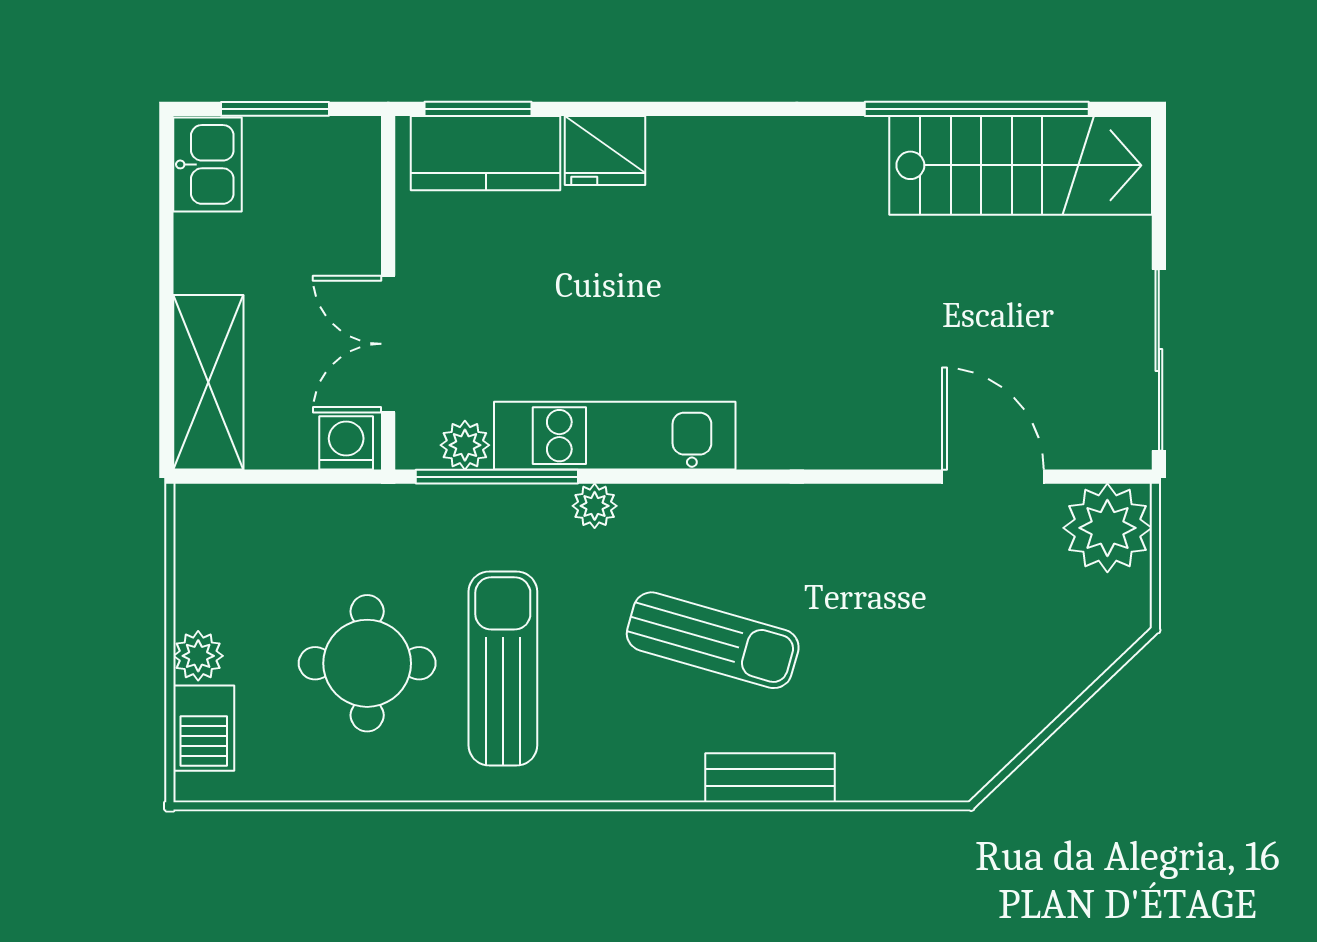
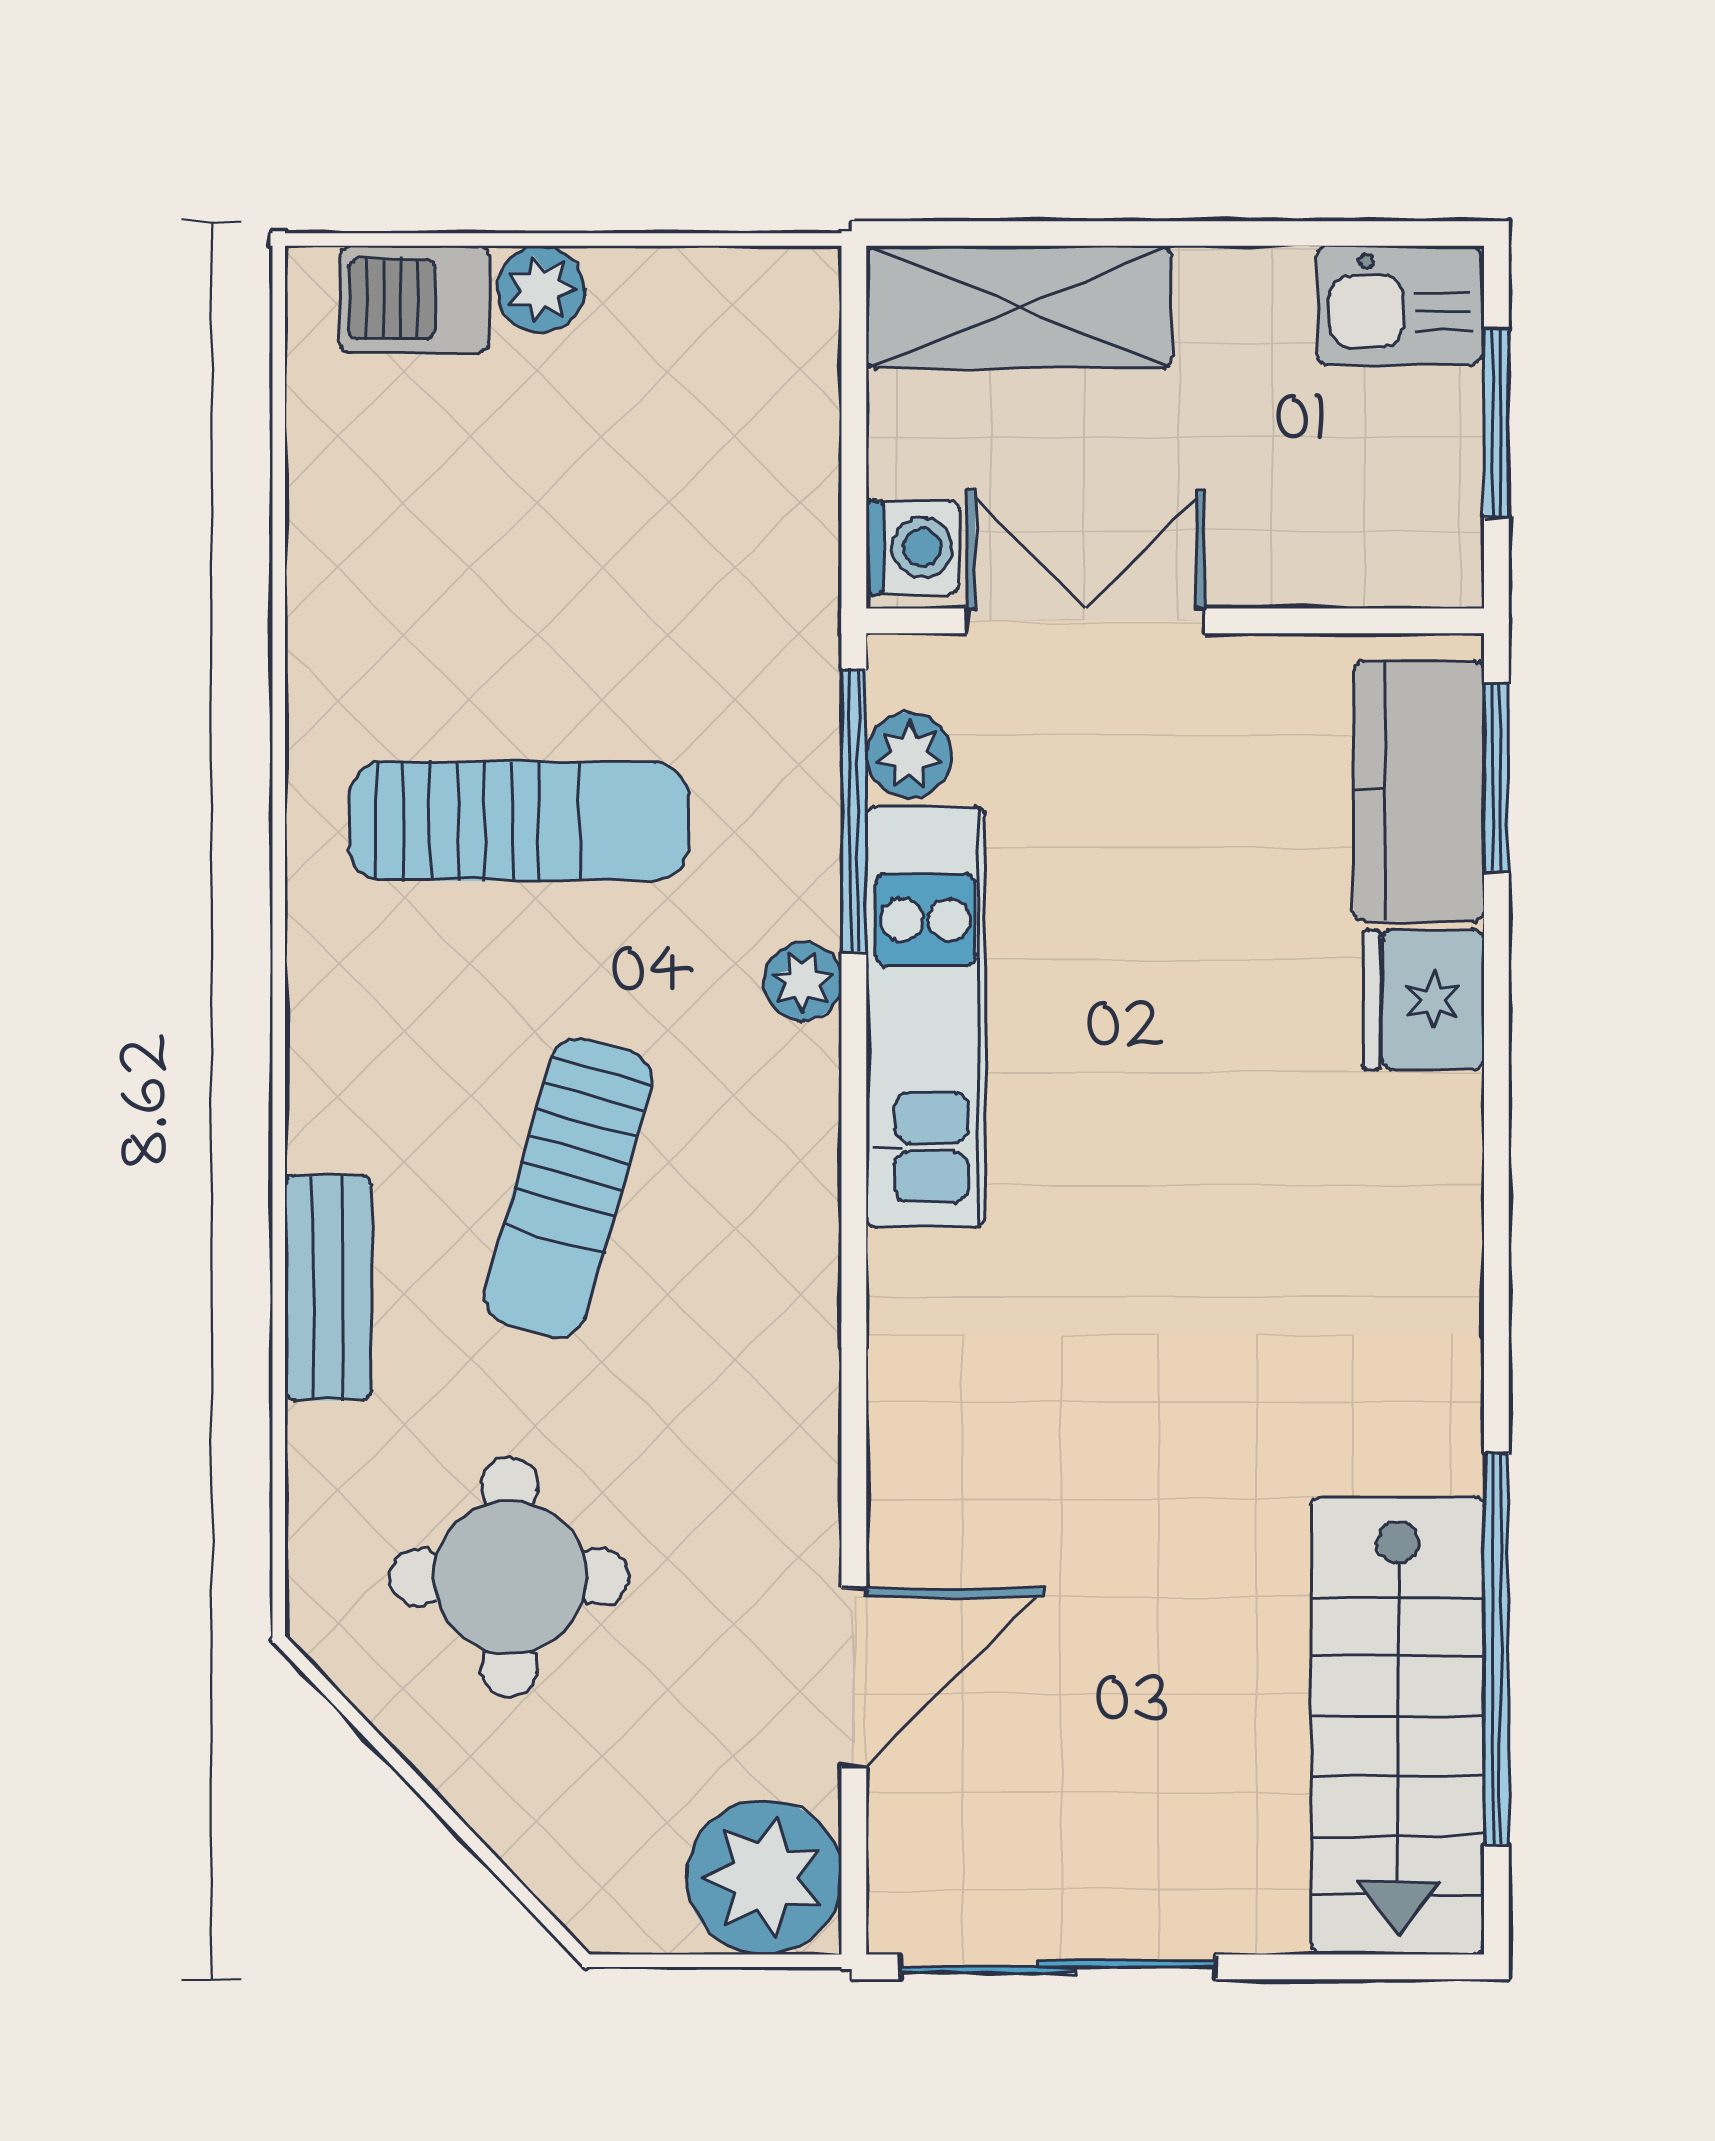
round table: (367, 663) -> (509, 1577), moved

